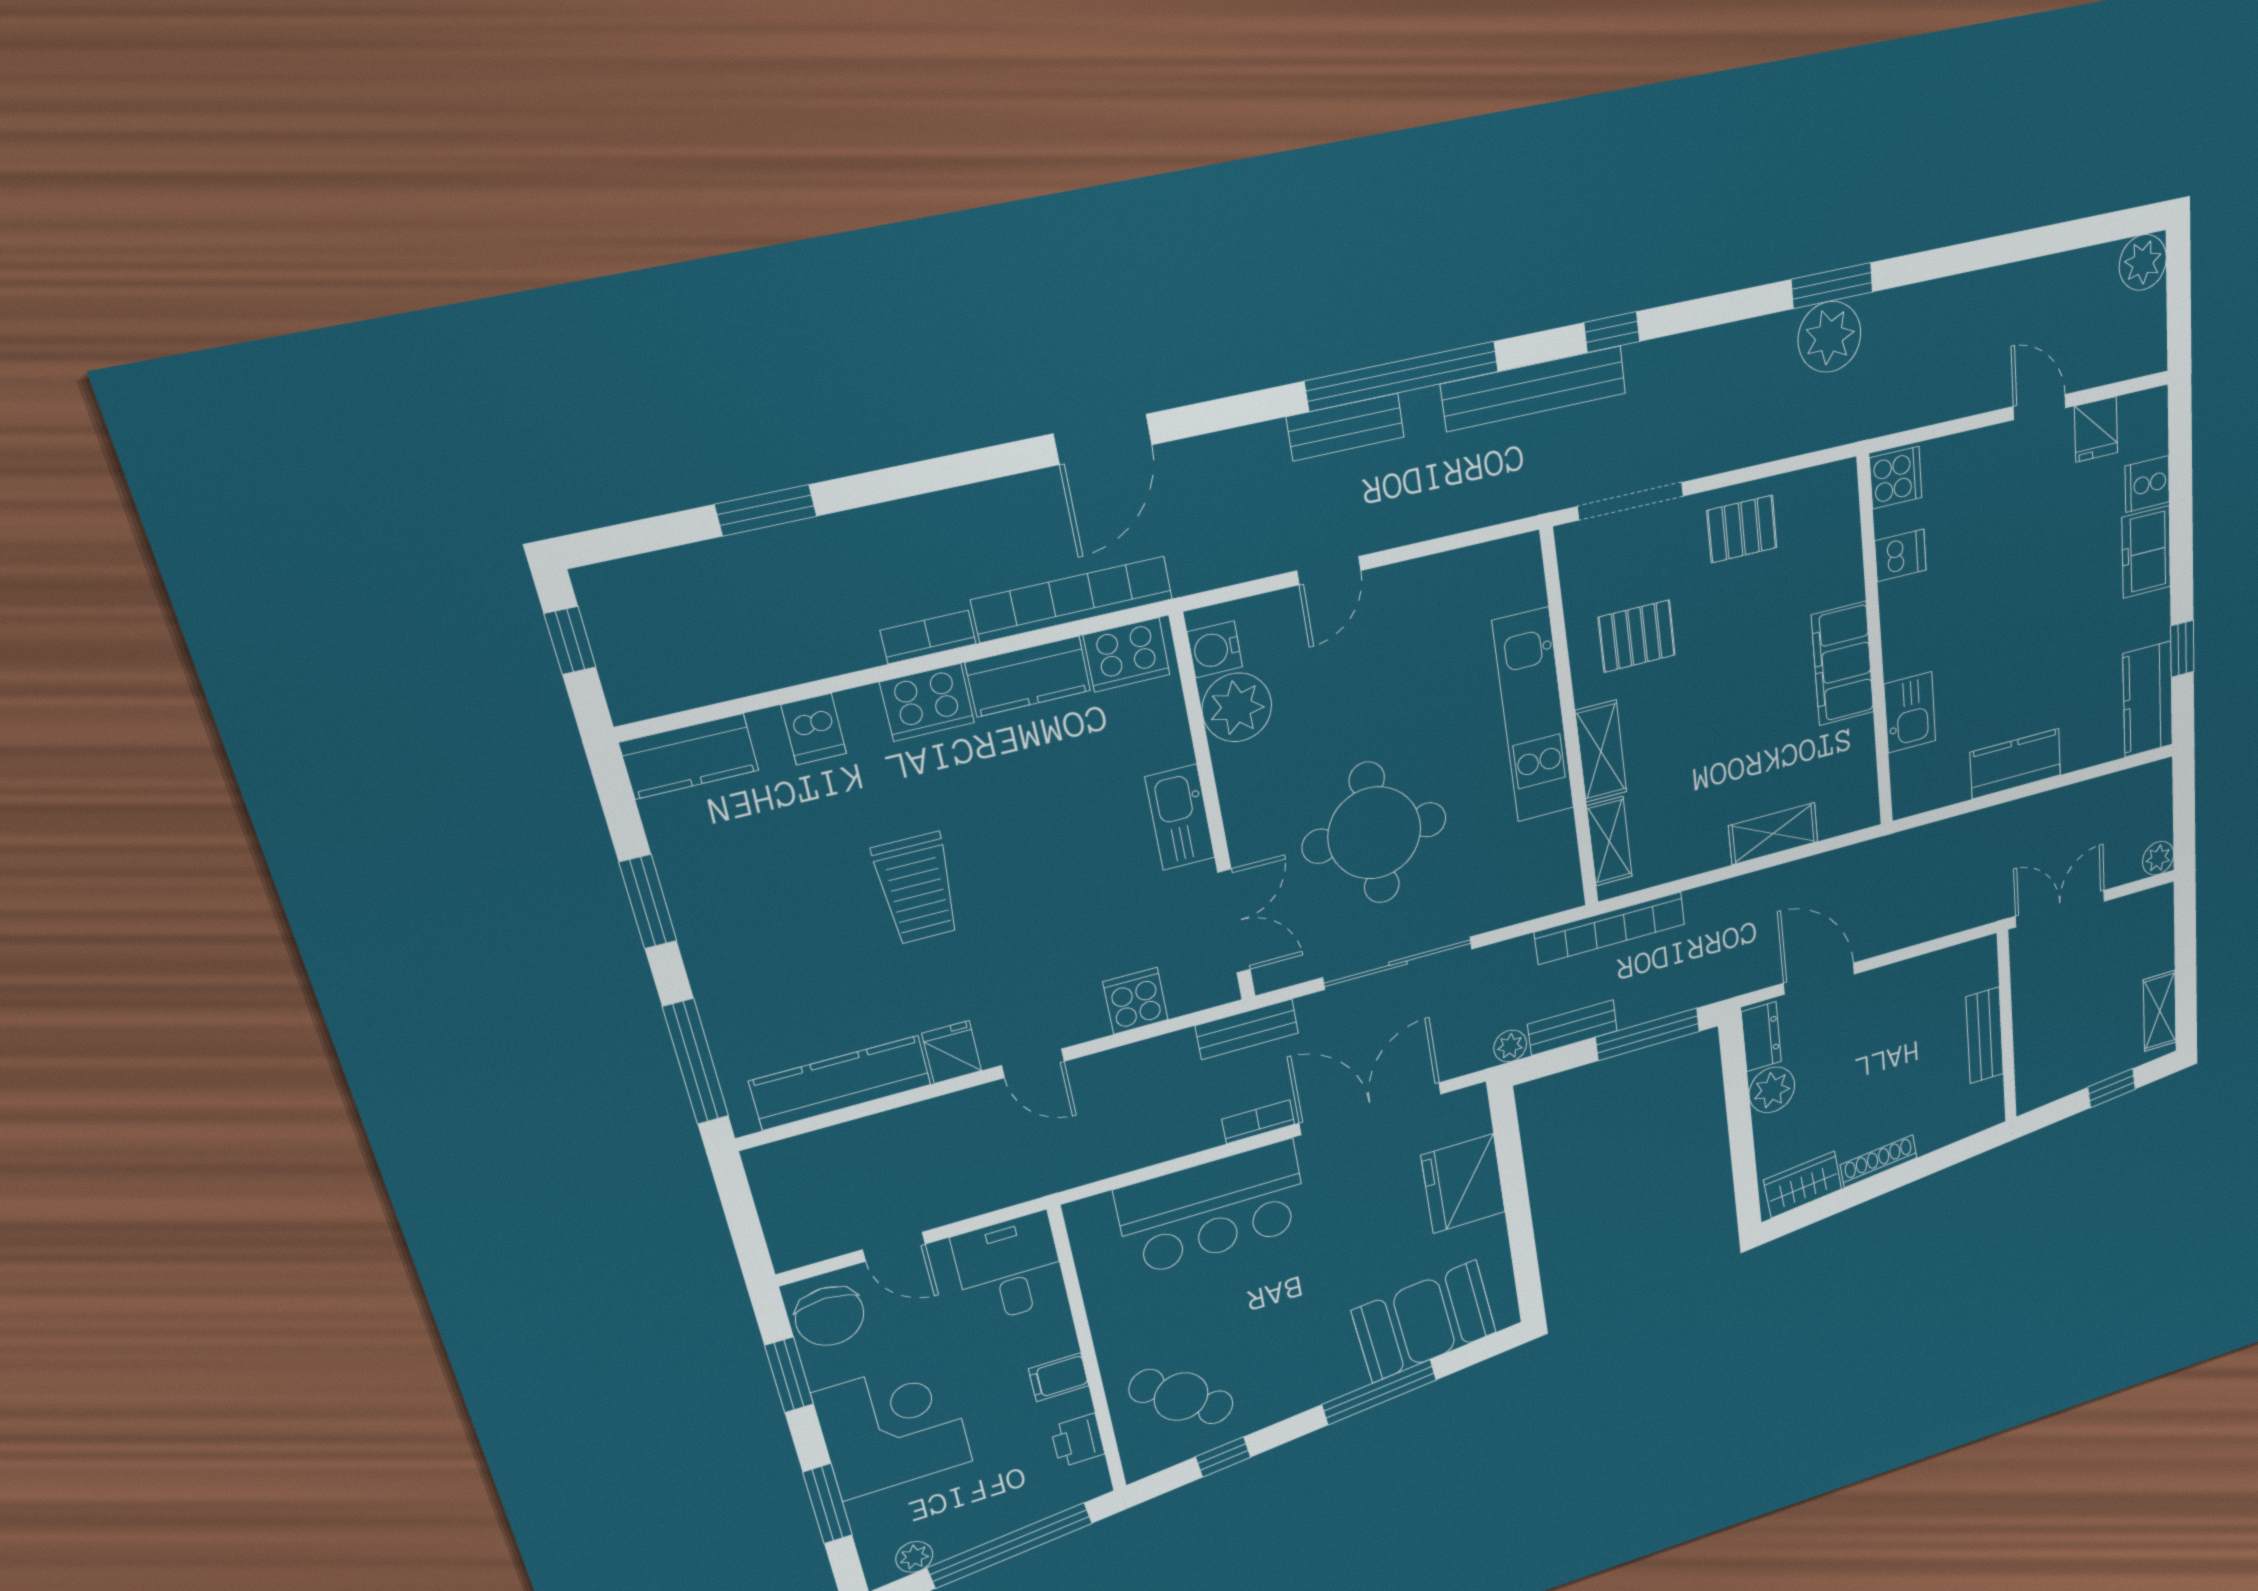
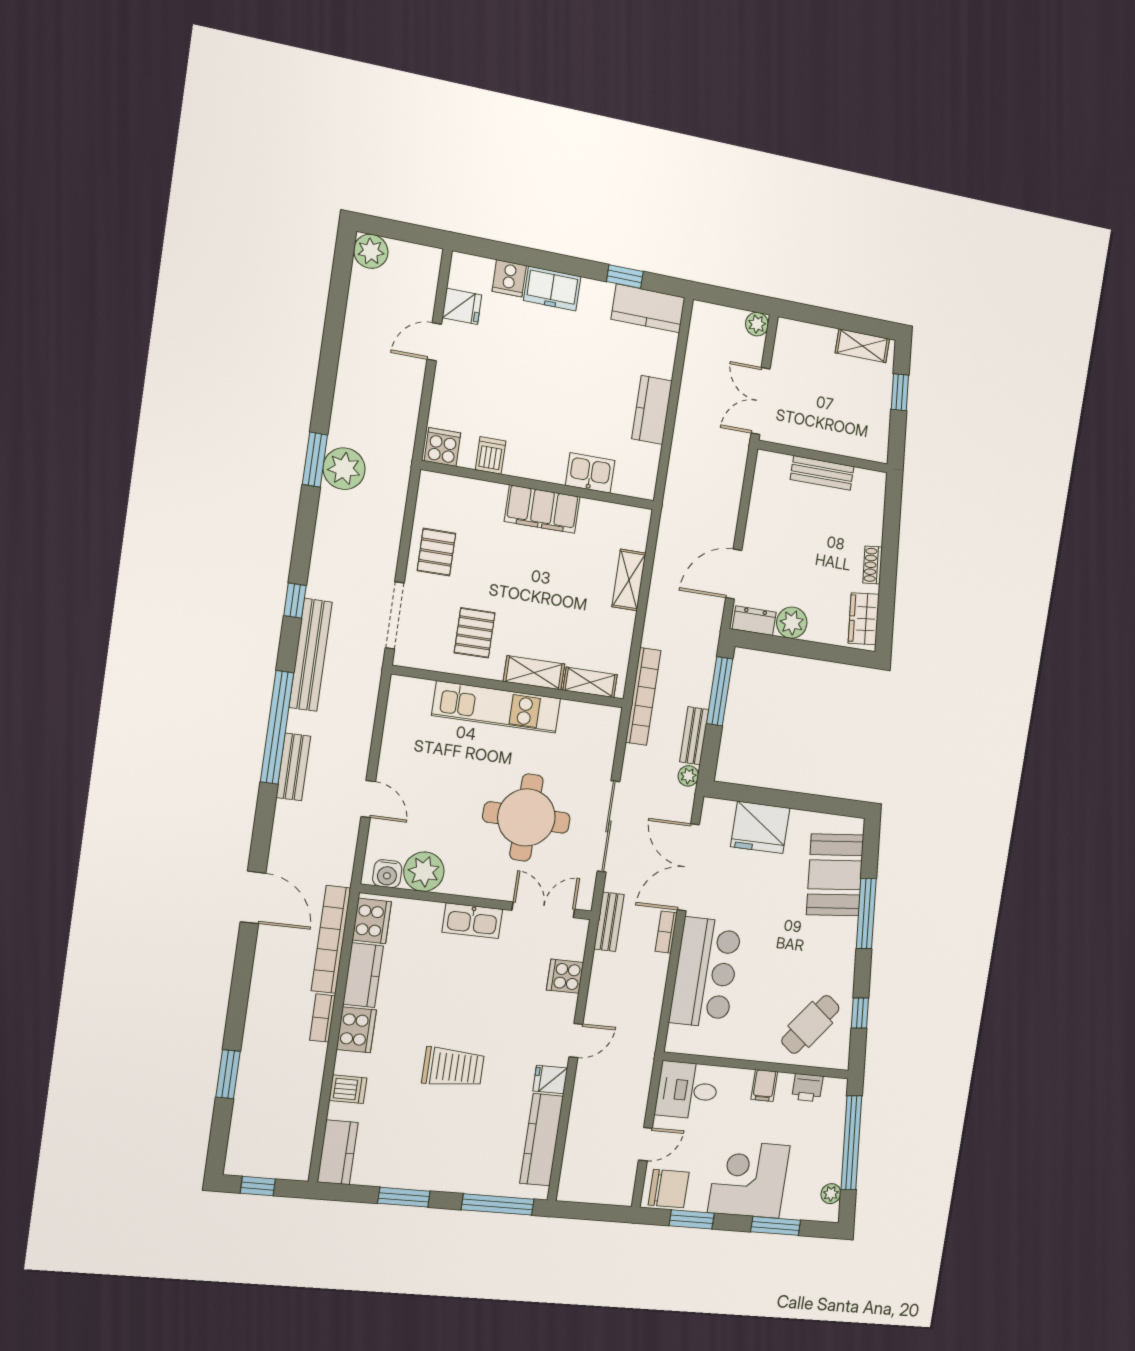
shoe rack: (1879, 1161) -> (873, 565), width x0.70

